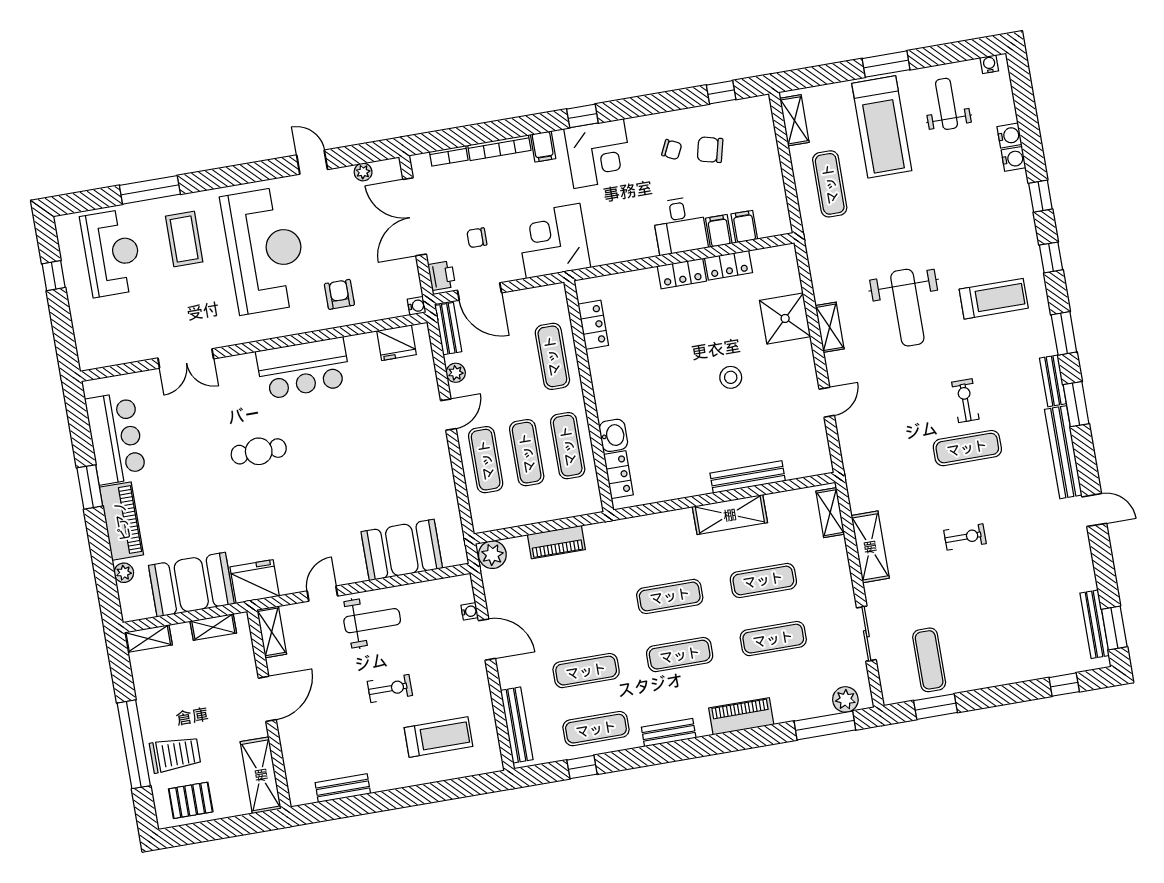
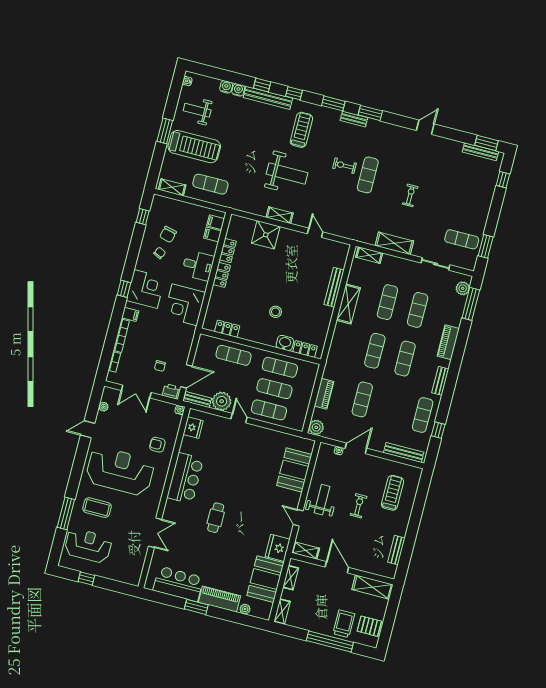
double door: (415, 217) -> (136, 392), width x0.73
filing cabinet: (719, 231) -> (216, 222), moved
corner desk: (553, 241) -> (184, 305), moved
plant: (456, 373) -> (222, 401), width x1.87, depth x1.87
stool: (731, 377) -> (276, 312), moved
bench: (1063, 452) -> (268, 98), moved
exercise mat: (586, 671) -> (362, 399), moved
pallet: (191, 800) -> (369, 626), turned 90

